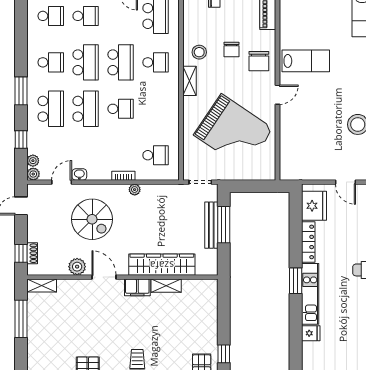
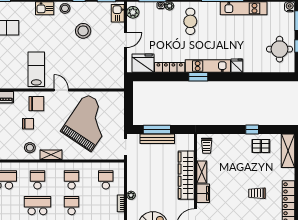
school desk: (156, 109) -> (72, 180), added
trolley: (202, 292) -> (207, 146), added

